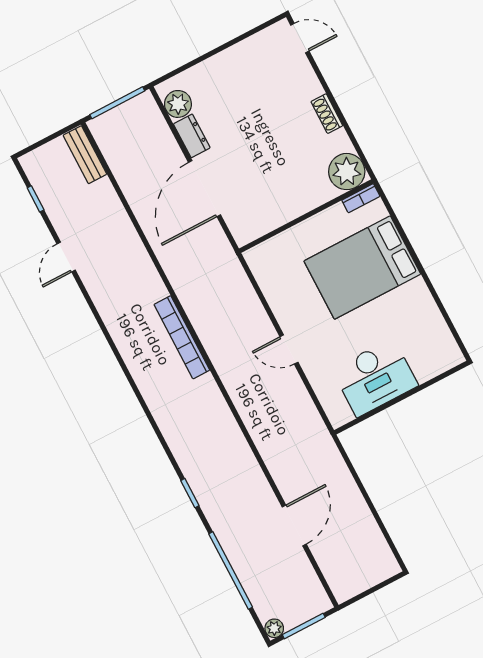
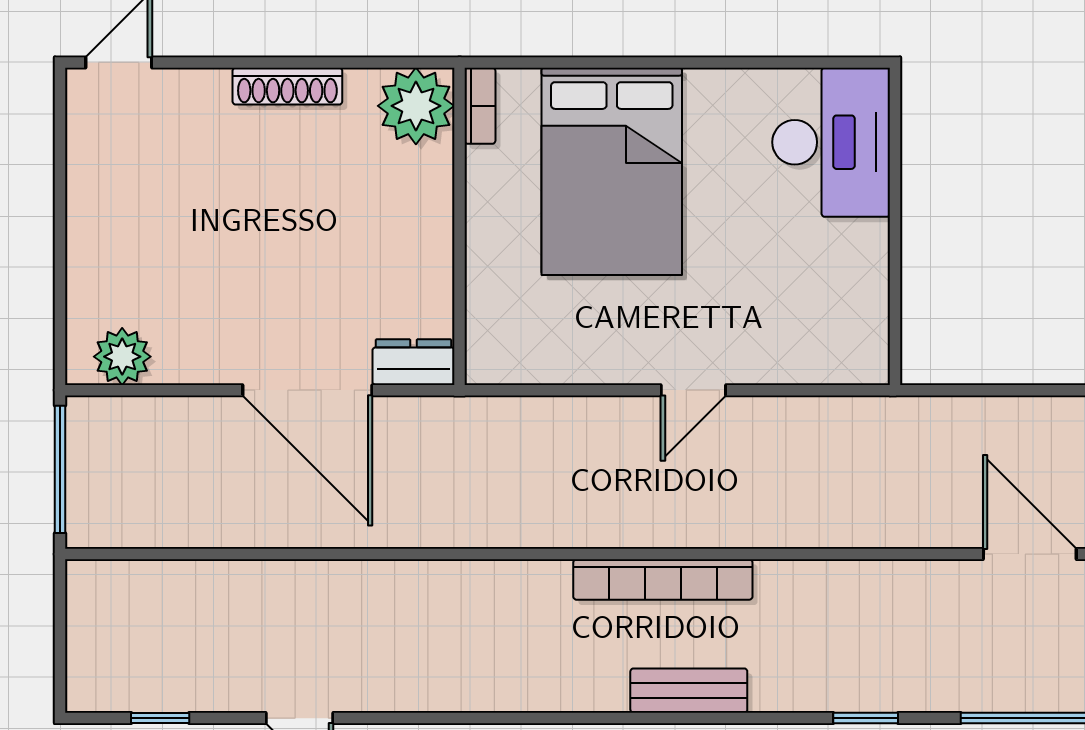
shoe rack: (327, 114) -> (287, 86), width x1.43
dresser: (192, 136) -> (414, 362), moved
bench: (85, 155) -> (689, 691), moved
bookcase: (182, 337) -> (663, 580), moved
desk: (375, 378) -> (831, 142), moved

